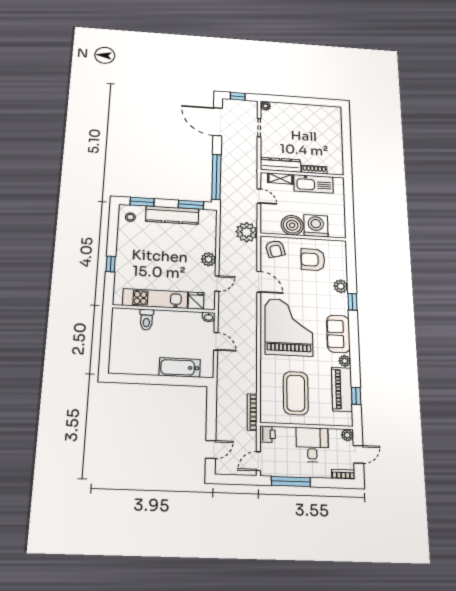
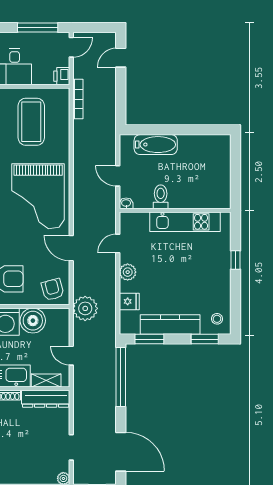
fridge: (196, 301) -> (129, 301), moved, turned -90
toilet: (146, 320) -> (161, 197), moved

